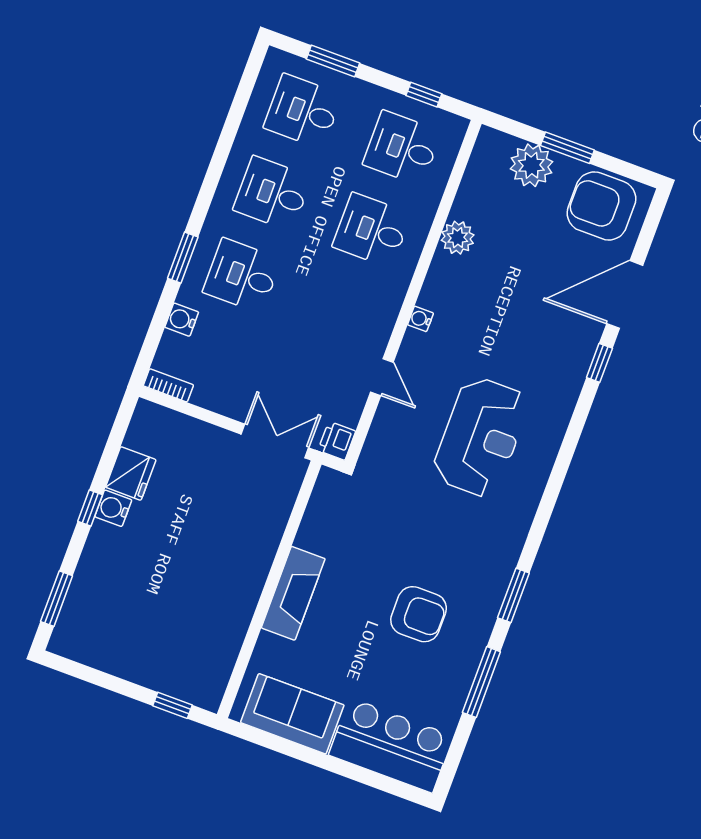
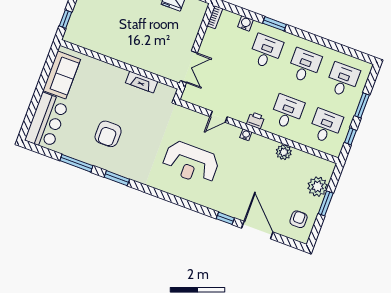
window: (333, 61) -> (362, 105), moved
armchair: (601, 206) -> (299, 219), width x0.53, depth x0.53
printer: (337, 441) -> (256, 120), moved
fireplace: (293, 593) -> (142, 82), moved, width x0.73, depth x0.76

